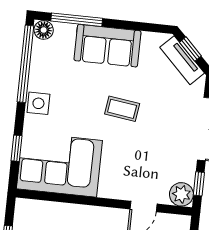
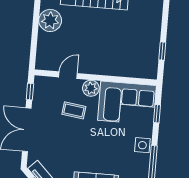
coffee table: (122, 109) -> (74, 110), moved
plant: (181, 194) -> (91, 88), moved

